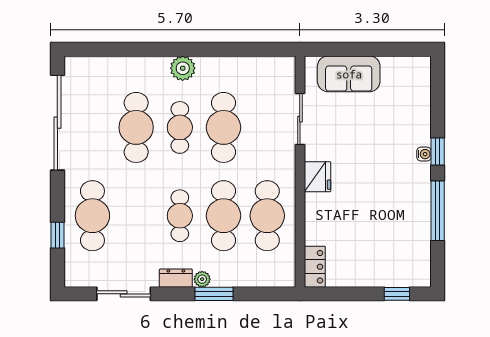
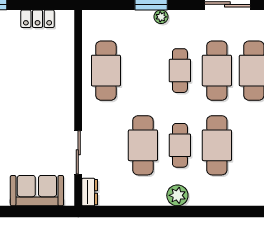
fridge: (317, 177) -> (63, 104), removed
cafe table: (224, 216) -> (217, 71), moved
locker: (315, 267) -> (38, 19), moved, turned -90
dresser: (176, 278) -> (90, 192), moved, turned -90

